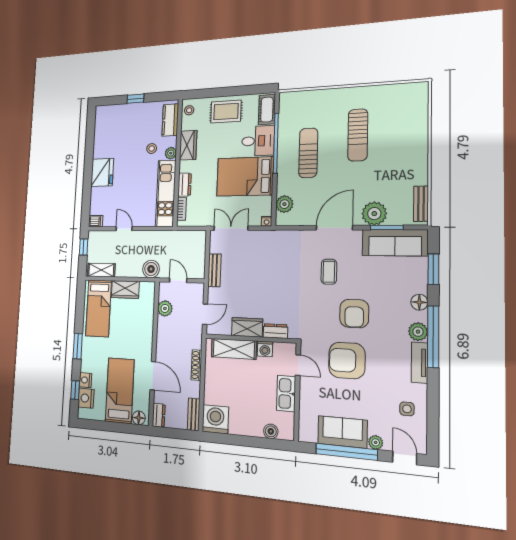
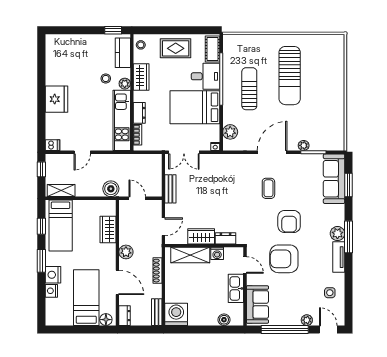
window: (135, 99) -> (113, 30), moved
sun lounger: (358, 135) -> (290, 76), width x1.36, depth x1.34
bench: (421, 204) -> (339, 133), removed
plant: (374, 214) -> (304, 145), width x0.53, depth x0.53
double door: (231, 228) -> (184, 152), swing flipped
door: (124, 229) -> (82, 152), swing flipped
sofa: (395, 243) -> (334, 179), moved, turned 90
wardrobe: (125, 289) -> (108, 230), moved, turned 90
floor lamp: (419, 302) -> (338, 211), removed
plant: (165, 308) -> (126, 252), moved
window: (433, 337) -> (349, 237), width x0.68
window: (75, 390) -> (41, 226), moved
nightstand: (86, 398) -> (53, 275), moved
sofa: (342, 432) -> (257, 304), moved, turned 90

